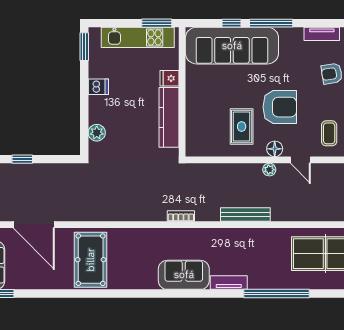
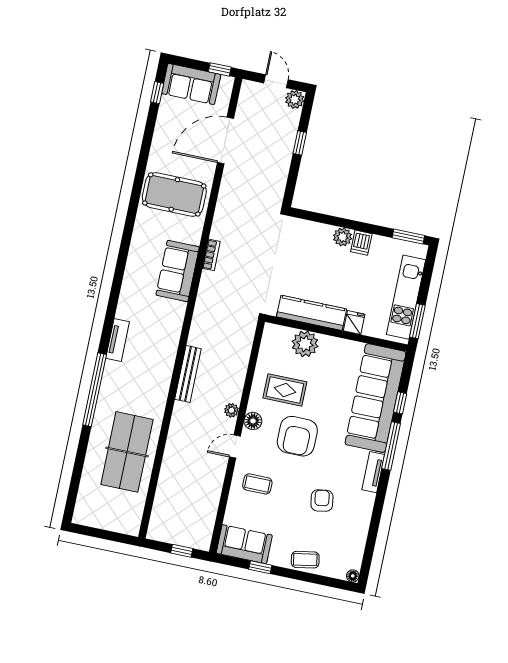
tv unit: (322, 34) -> (373, 472), moved
plant: (197, 117) -> (305, 344), added
plant: (97, 133) -> (343, 237), moved
bookcase: (181, 216) -> (211, 255), moved
sofa: (184, 275) -> (178, 271), moved, turned 180

